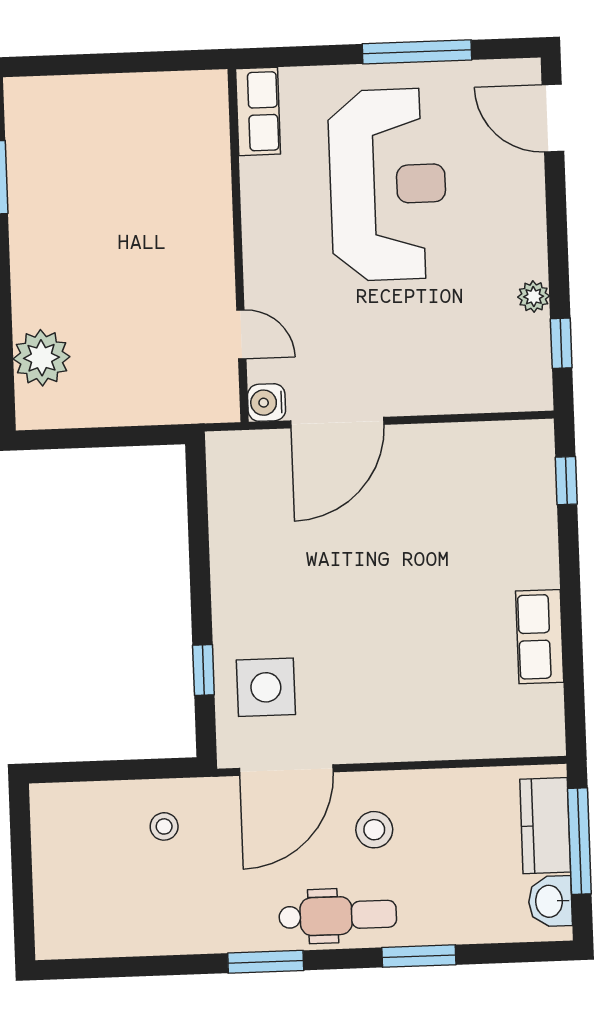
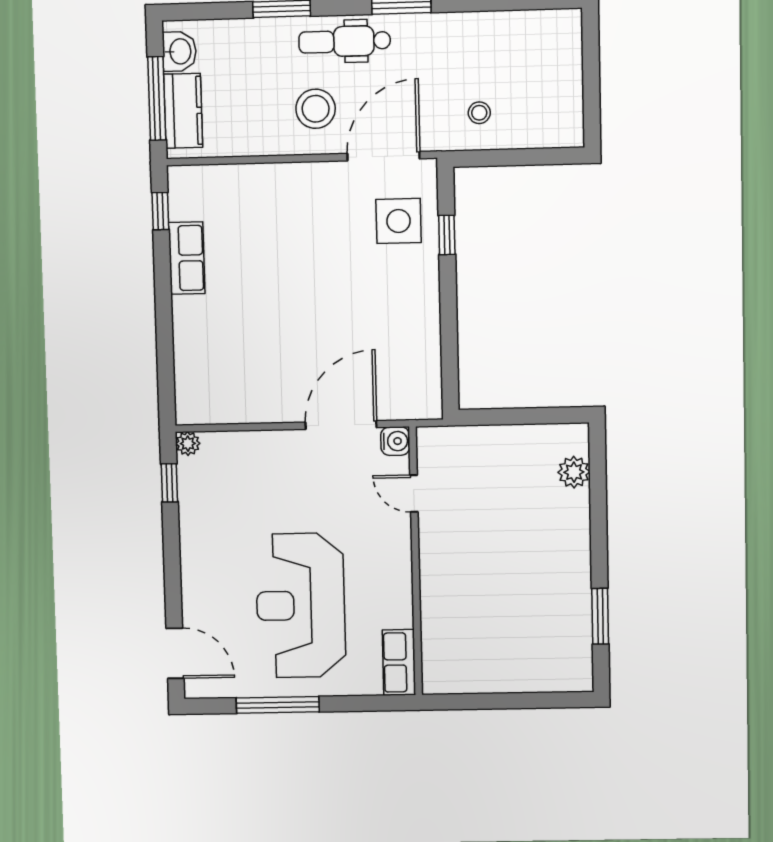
plant: (534, 297) -> (188, 444), moved
plant: (42, 358) -> (574, 472), width x0.73, depth x0.73
window: (566, 481) -> (160, 211), moved
stool: (374, 830) -> (316, 109), width x1.38, depth x1.38

